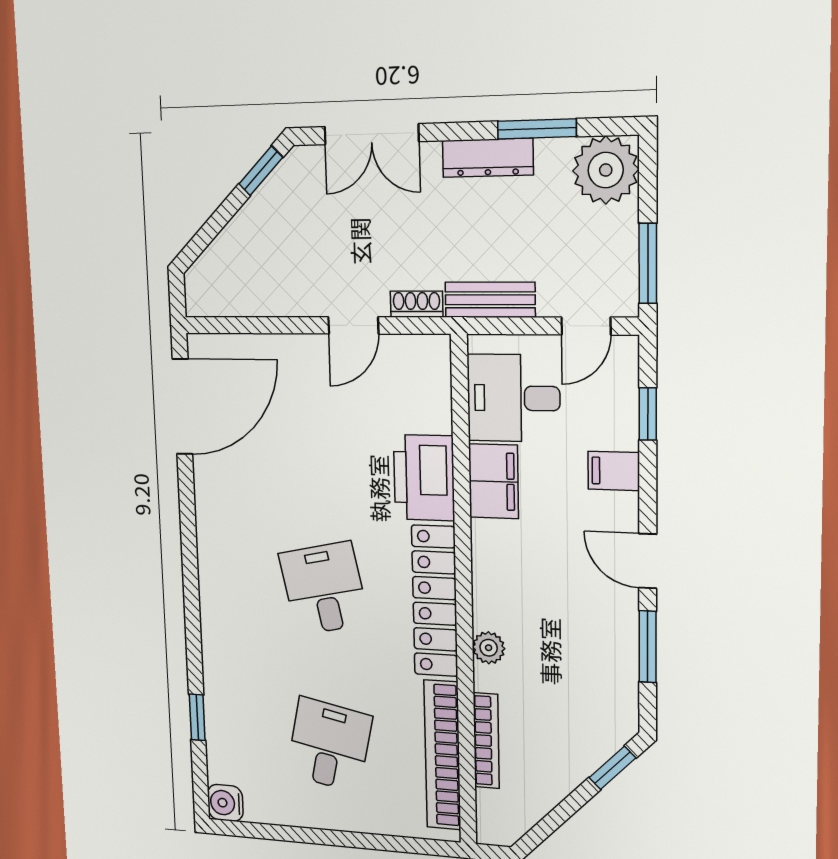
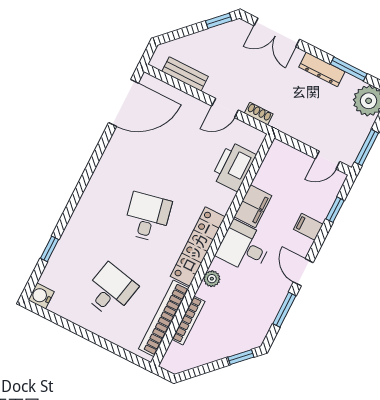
bench: (490, 300) -> (185, 74), moved
desk: (514, 398) -> (244, 247), moved
printer: (424, 478) -> (234, 167), moved

